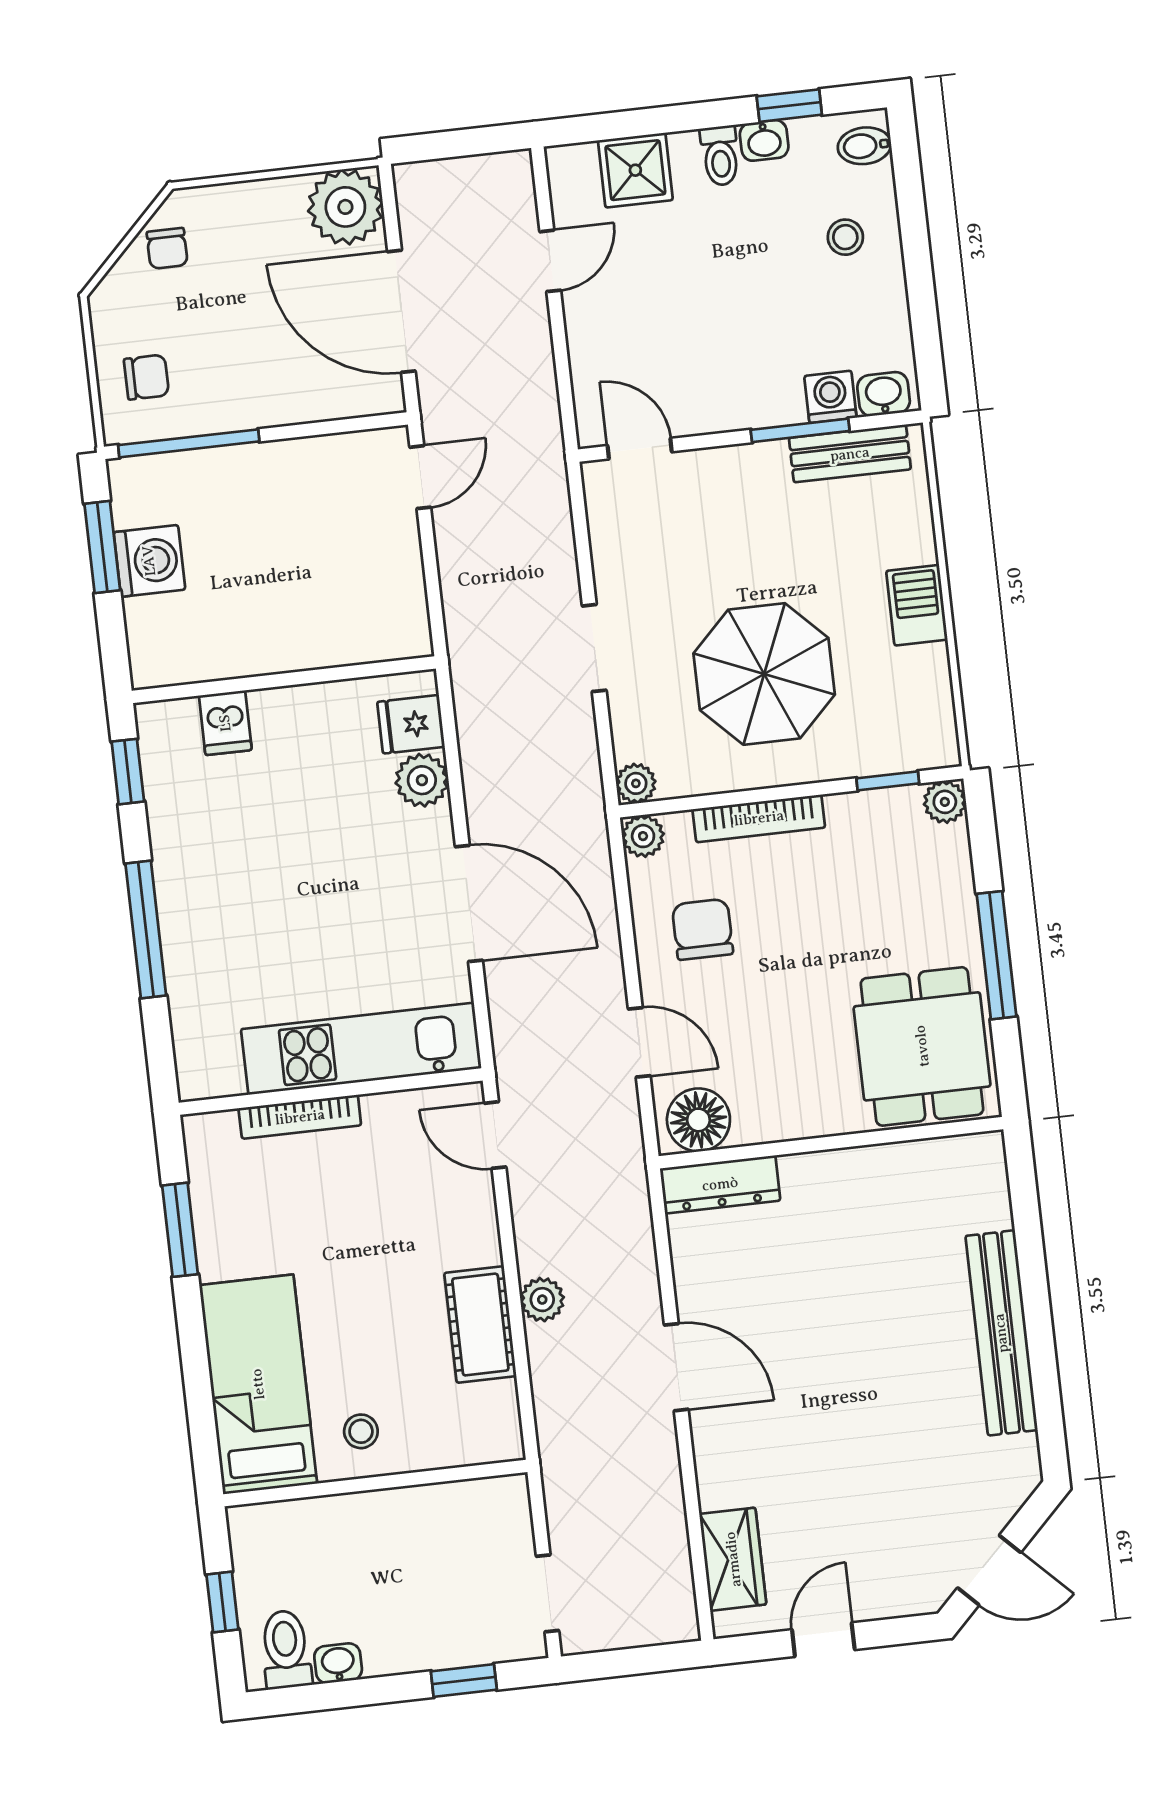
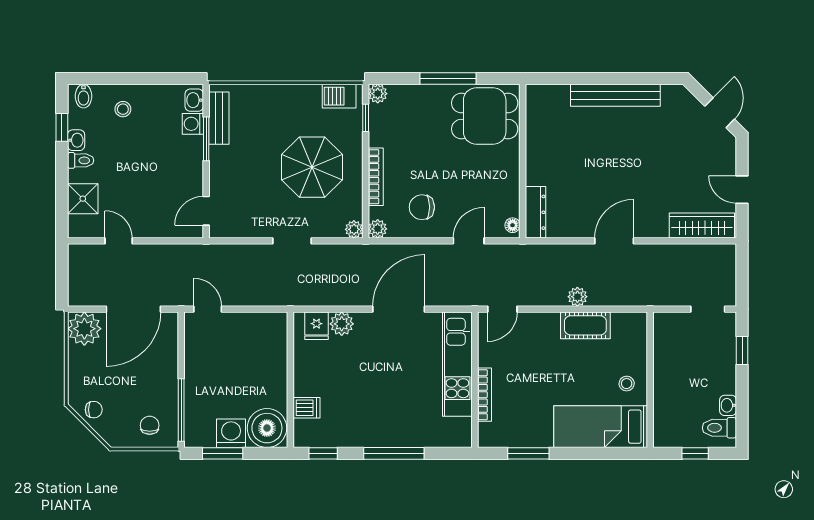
barbecue: (917, 605) -> (339, 96), moved
boiler: (170, 640) -> (267, 428), added
floor lamp: (698, 1120) -> (513, 225), width x0.53, depth x0.53
wardrobe: (733, 1559) -> (702, 226), width x1.50

